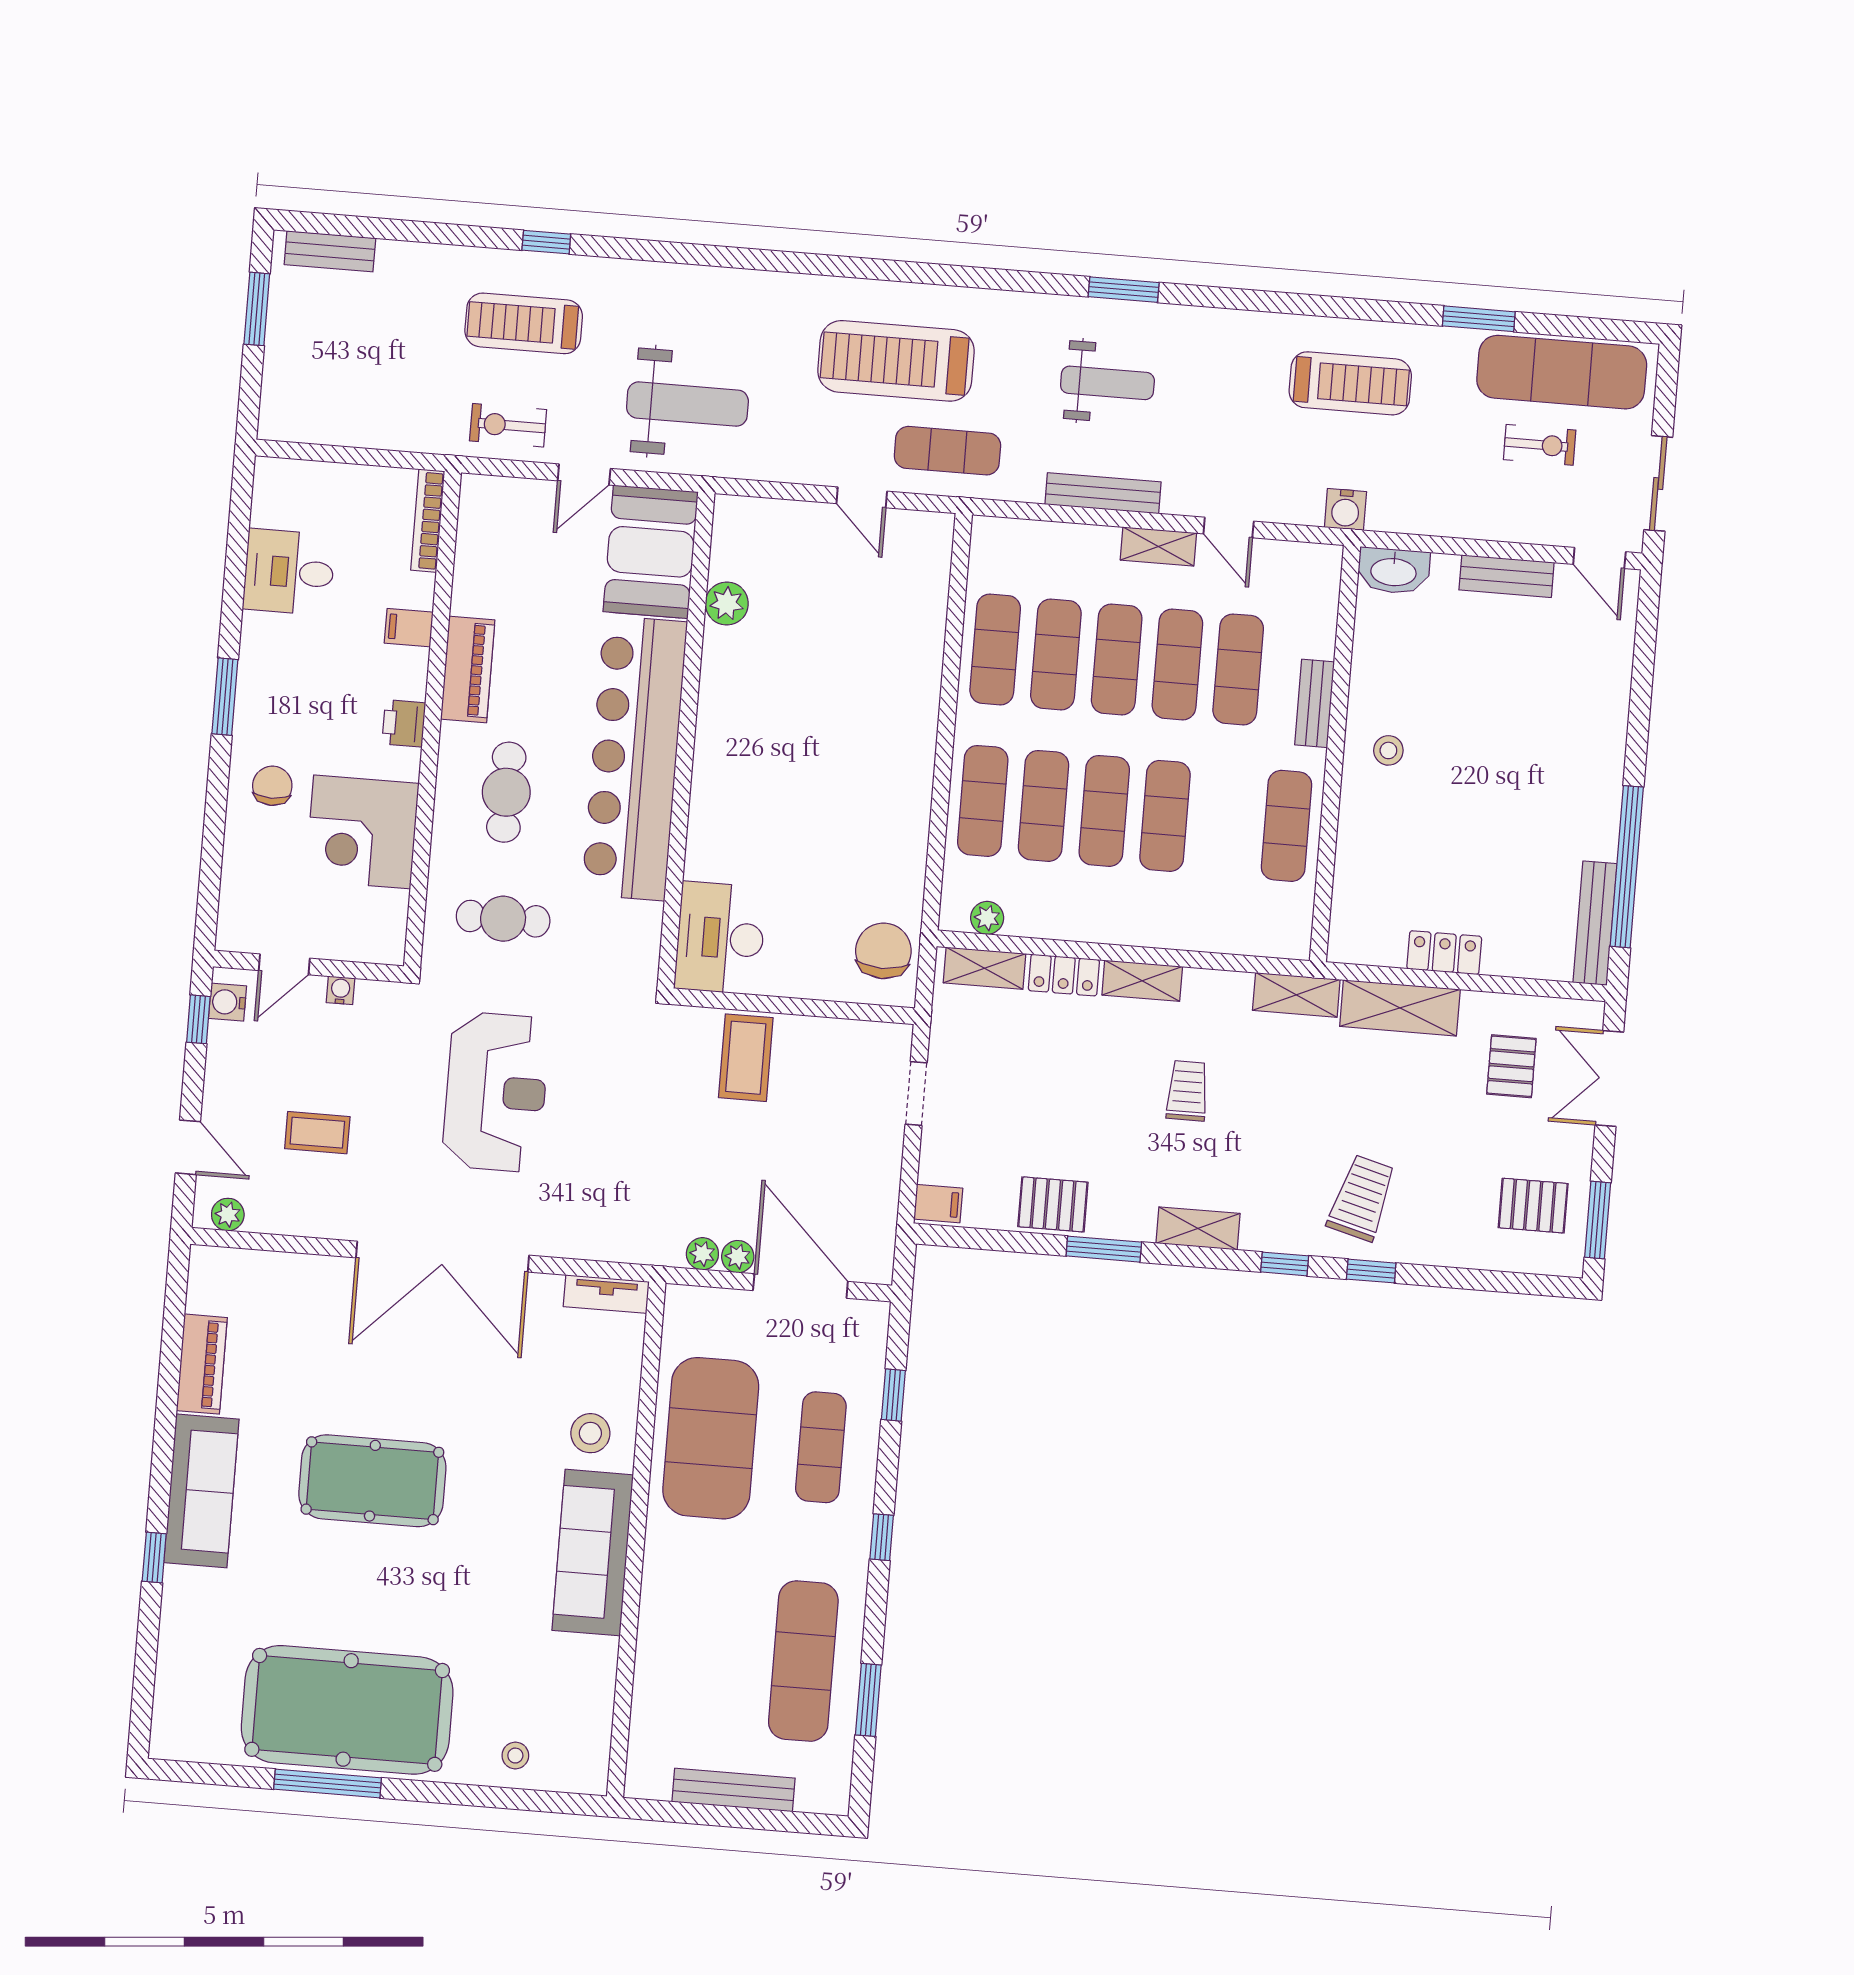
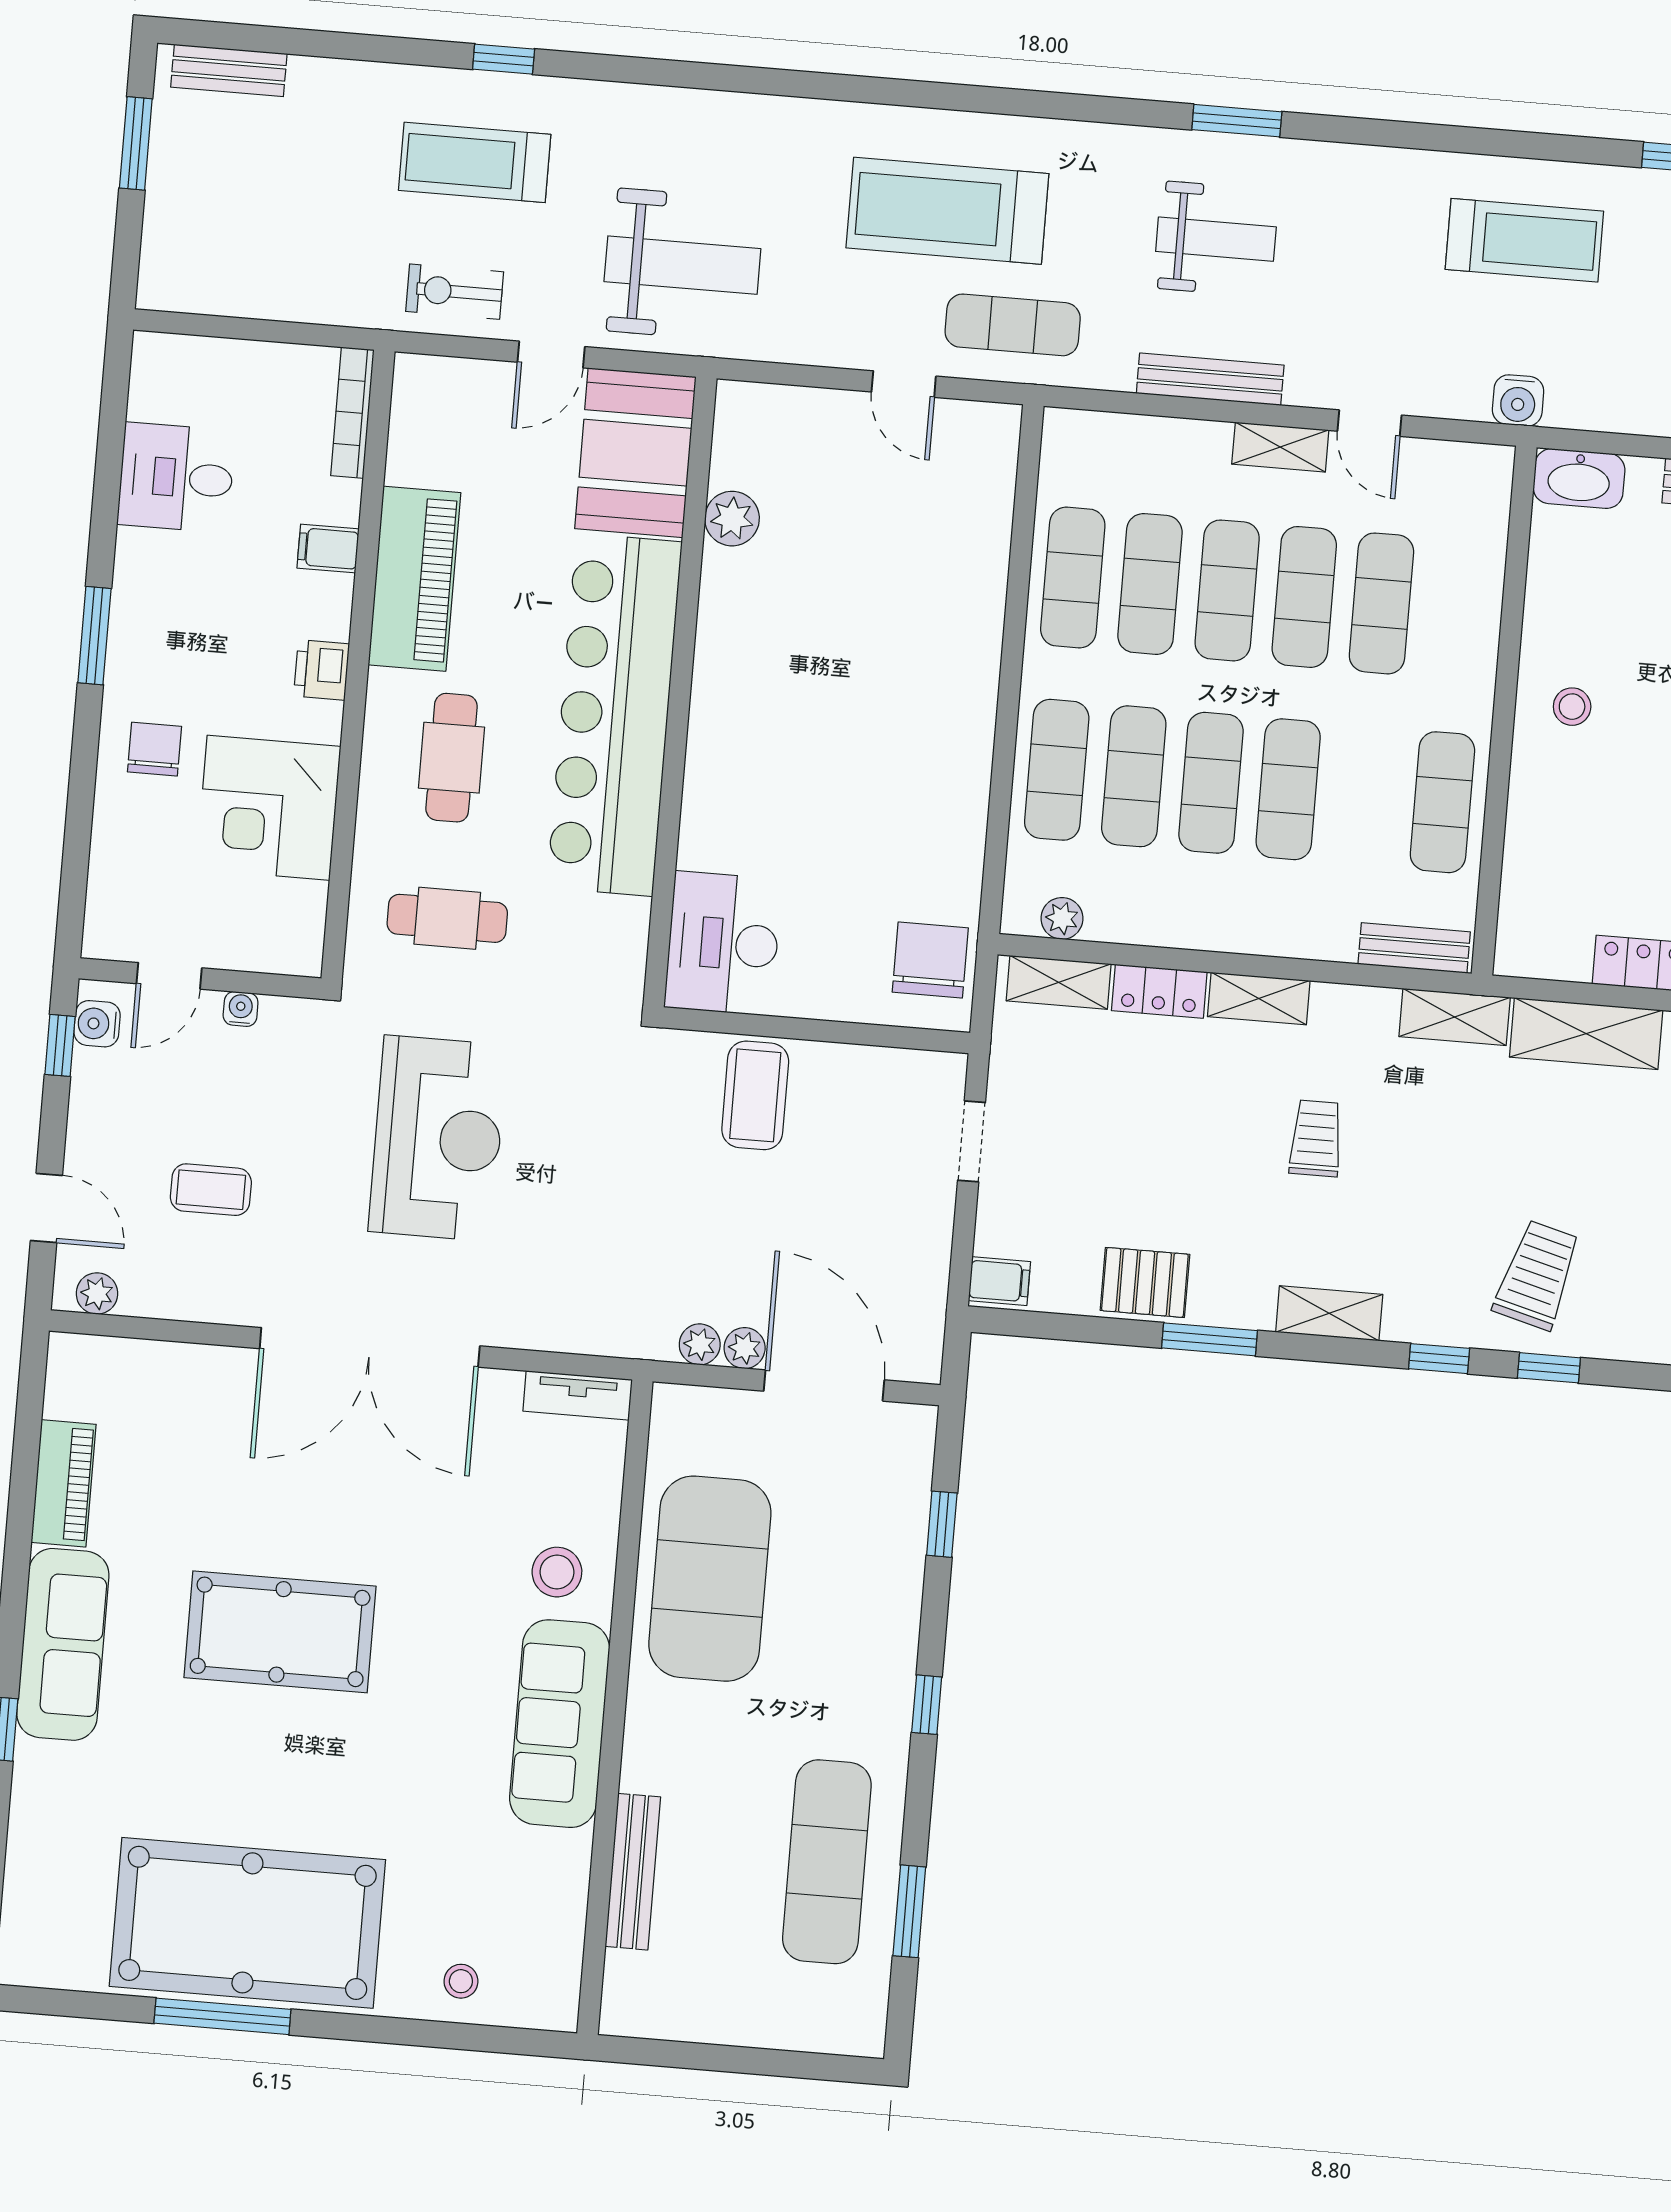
piano: (468, 670) -> (414, 579), width x1.37, depth x1.33
bench: (1315, 703) -> (1414, 948), moved, turned 90
exercise mat: (821, 1447) -> (850, 1590), removed
bench: (734, 1790) -> (633, 1872), moved, turned 90

